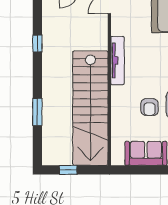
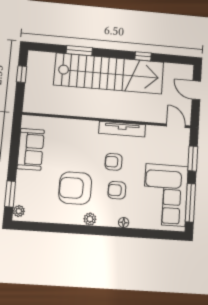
armchair: (150, 107) -> (114, 162), moved
stairs: (90, 108) -> (109, 74), moved, turned 180

